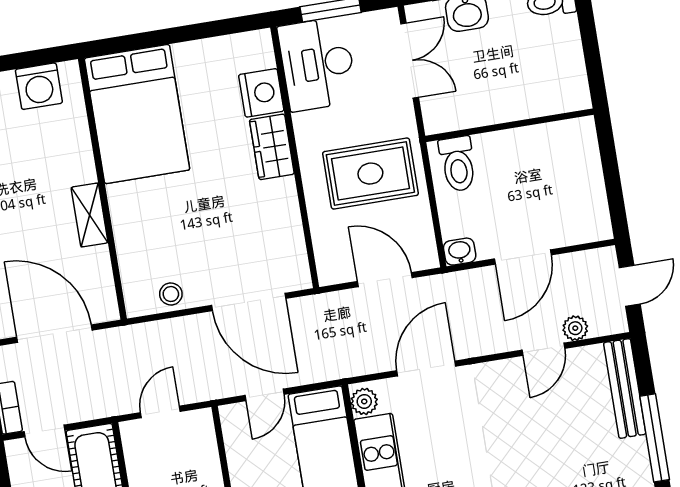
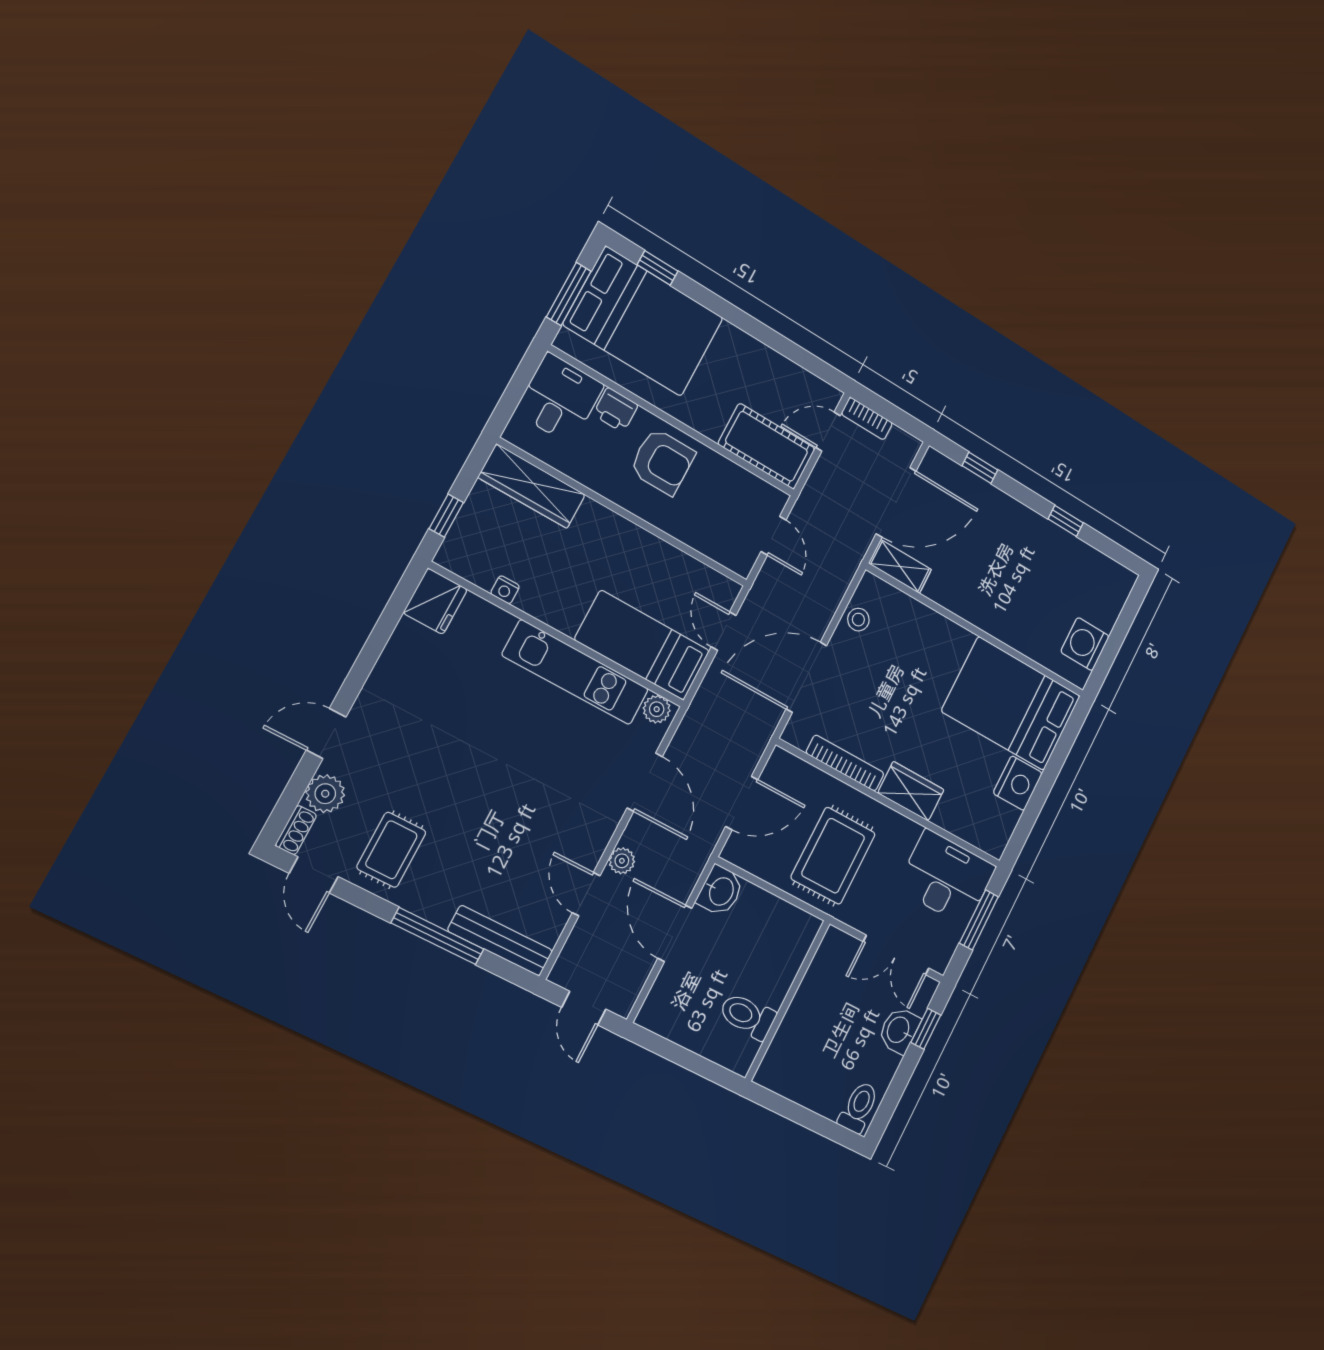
nightstand: (261, 93) -> (1018, 783), moved, turned -90
toilet: (458, 164) -> (747, 1016), moved
shelving: (90, 215) -> (900, 566), moved
bookcase: (291, 219) -> (845, 763), added
washbasin: (460, 252) -> (720, 891), width x1.38, depth x1.45
plant: (575, 328) -> (622, 861), moved

